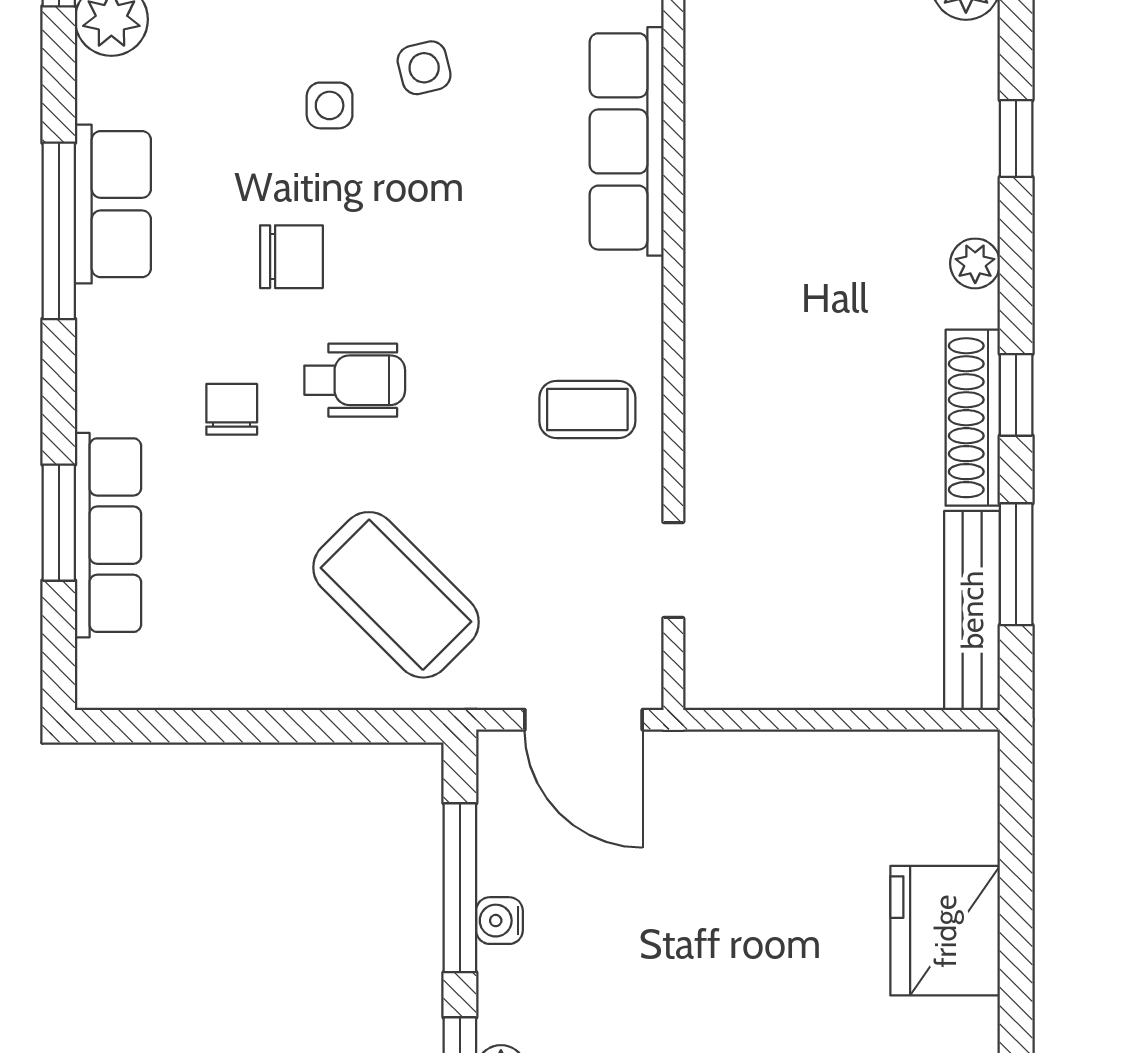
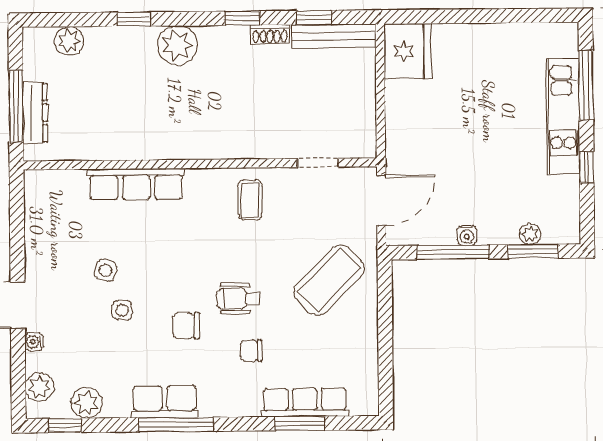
side table: (424, 68) -> (106, 270), turned 33
chair: (291, 257) -> (186, 326), turned -90
plant: (975, 263) -> (177, 45), width x1.88, depth x1.88
wheelchair: (355, 380) -> (238, 299), turned -90
shoe rack: (973, 418) -> (270, 34), width x0.51, depth x0.81
window: (1016, 564) -> (314, 18), width x0.67
fridge: (945, 931) -> (407, 51), moved, turned -90

